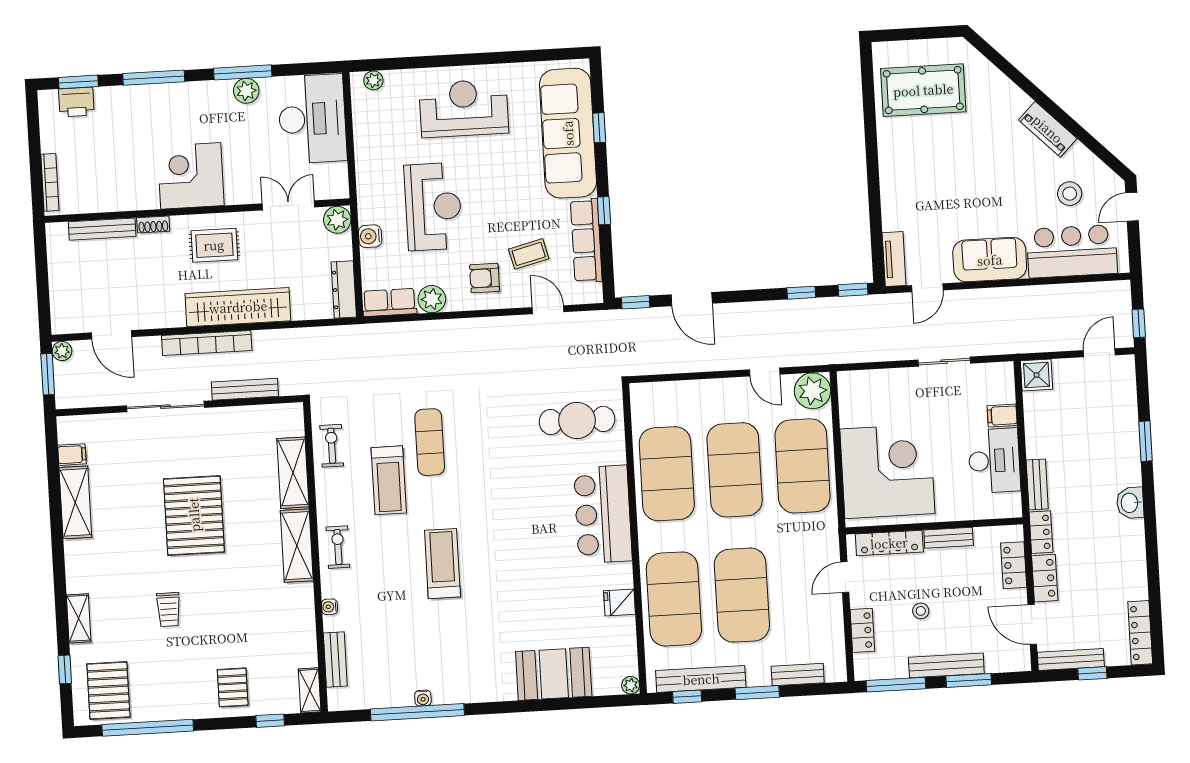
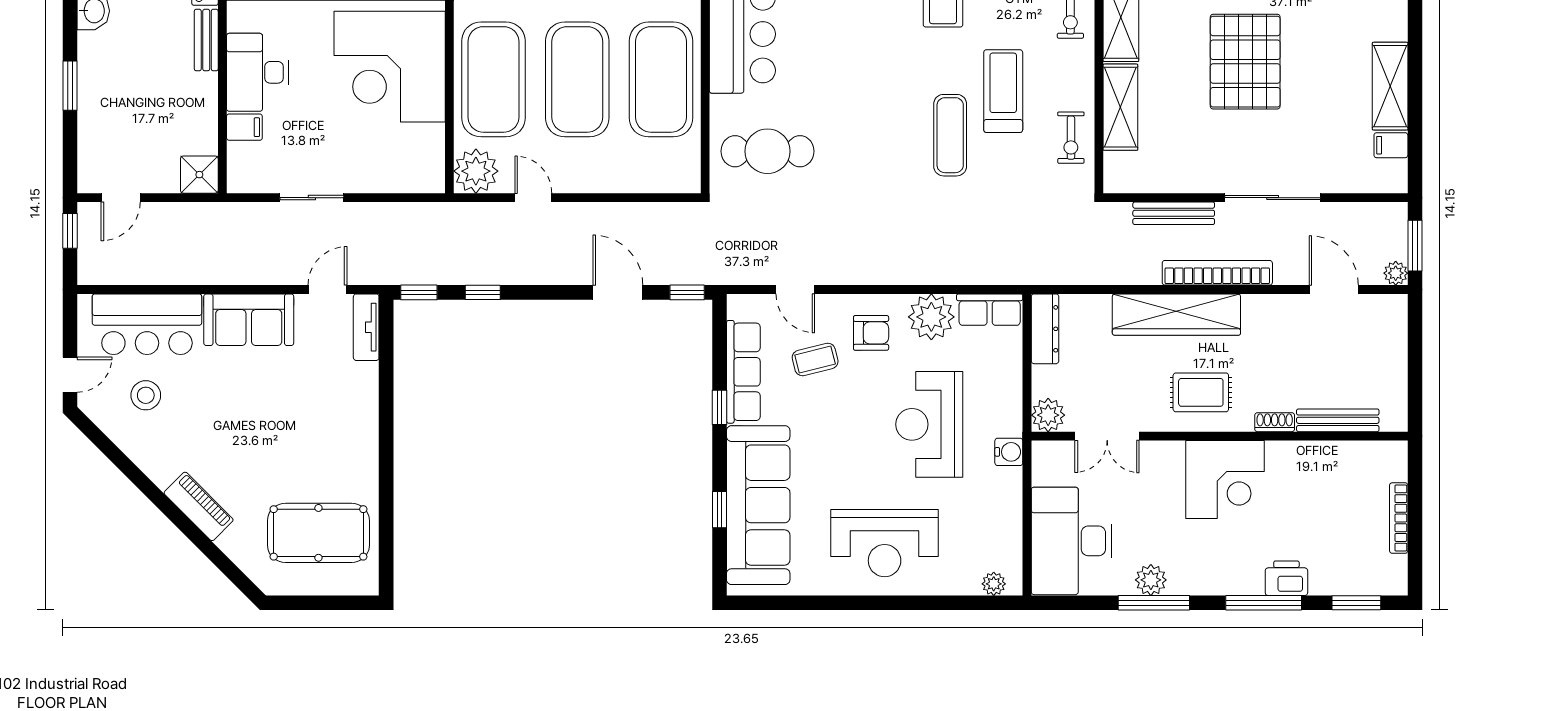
printer: (76, 102) -> (1286, 578), moved
piano: (1048, 129) -> (199, 506), moved
bookcase: (50, 182) -> (1399, 518), moved
water cooler: (370, 236) -> (1009, 452), moved
plant: (432, 299) -> (931, 317), width x1.36, depth x1.36

